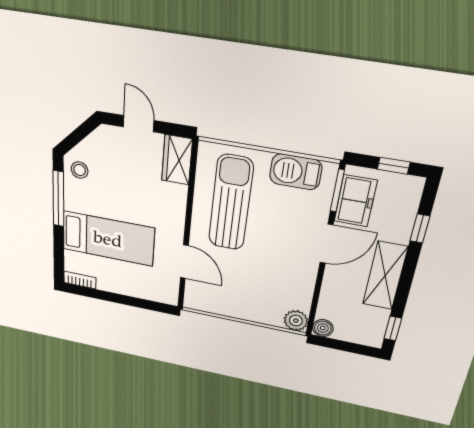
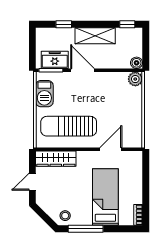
wardrobe: (177, 160) -> (56, 159), width x1.50
window: (394, 166) -> (32, 45), removed

